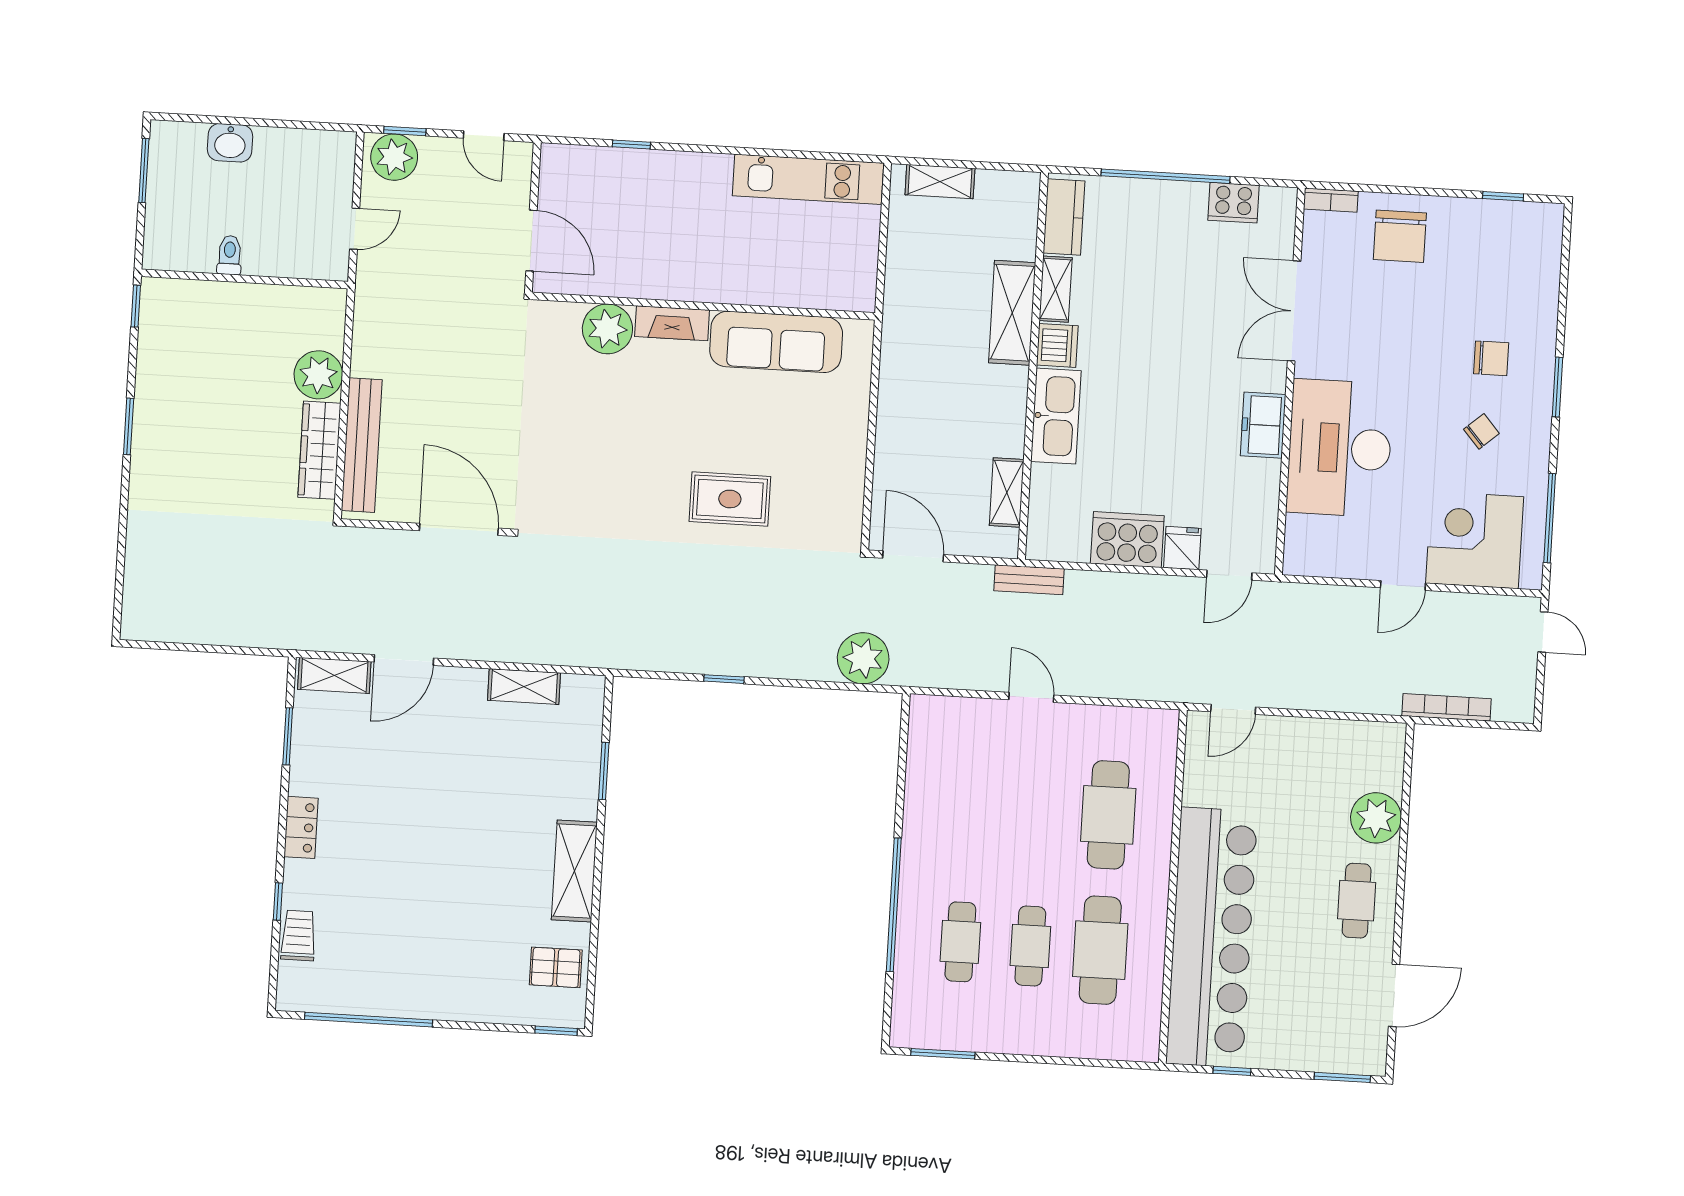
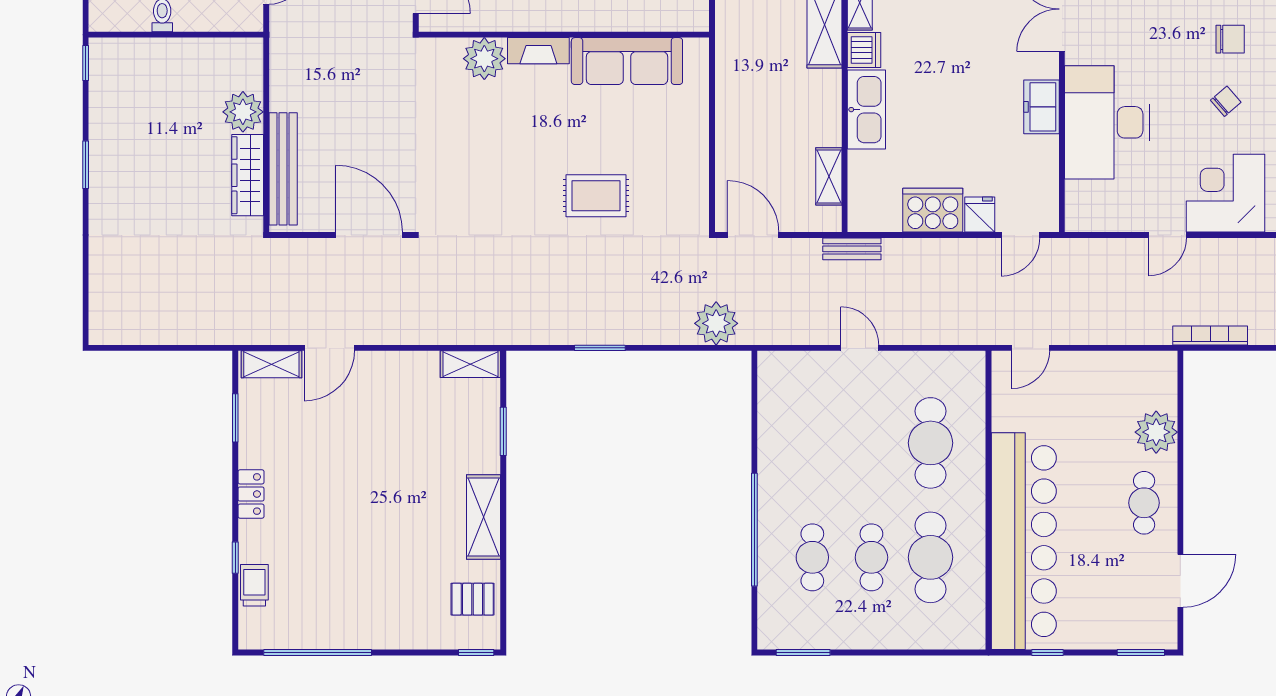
window: (724, 679) -> (600, 348), width x1.50
shelving: (524, 687) -> (470, 364), moved

